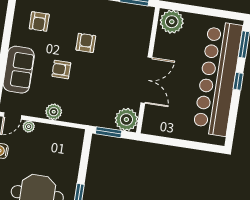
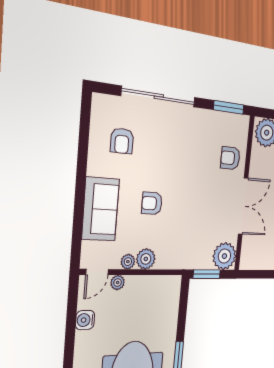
armchair: (86, 43) -> (230, 158), moved, turned -90
plant: (38, 112) -> (128, 262), added

